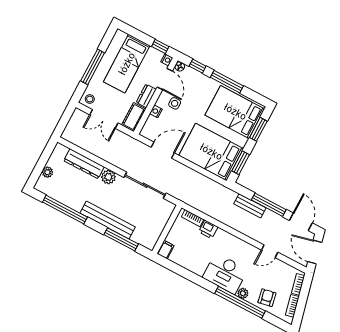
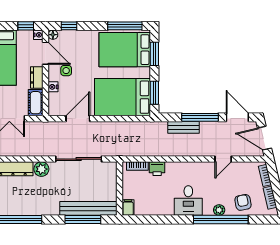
window: (227, 82) -> (125, 26), moved
bench: (108, 220) -> (88, 208), moved
desk: (225, 273) -> (188, 200), width x0.73

